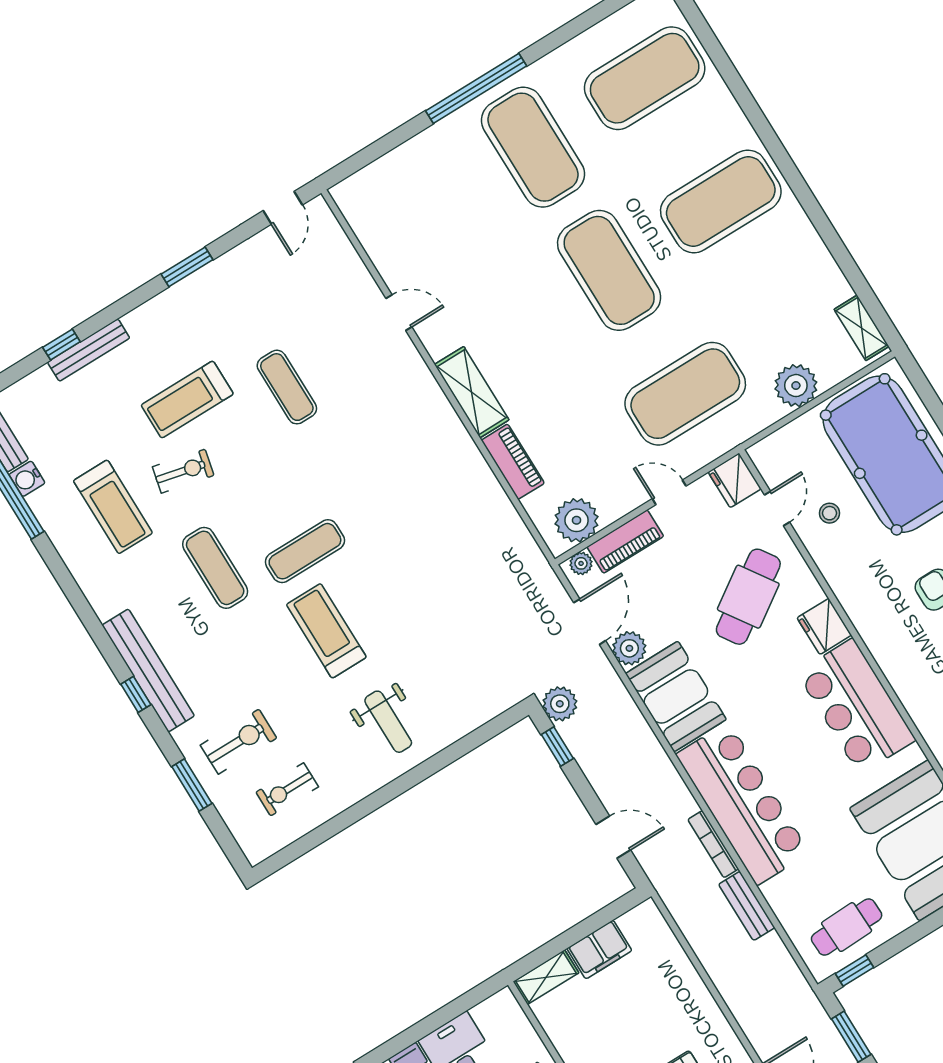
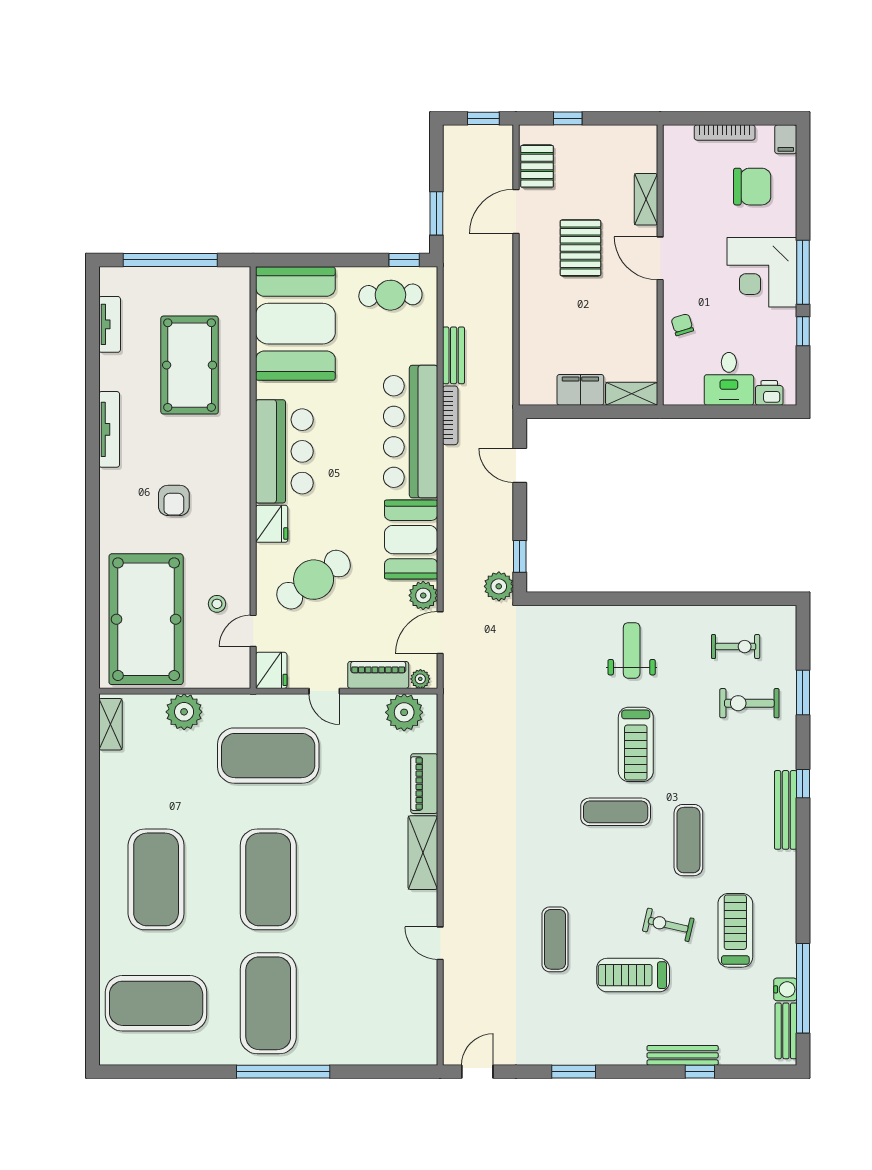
exercise mat: (721, 201) -> (156, 879), turned 90
treadmill: (187, 399) -> (633, 975), turned 180
bench: (148, 671) -> (786, 810), width x0.73, depth x0.82

